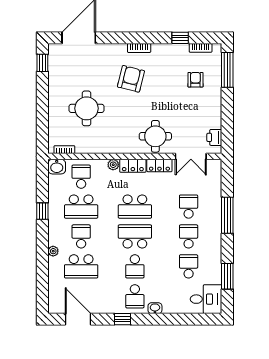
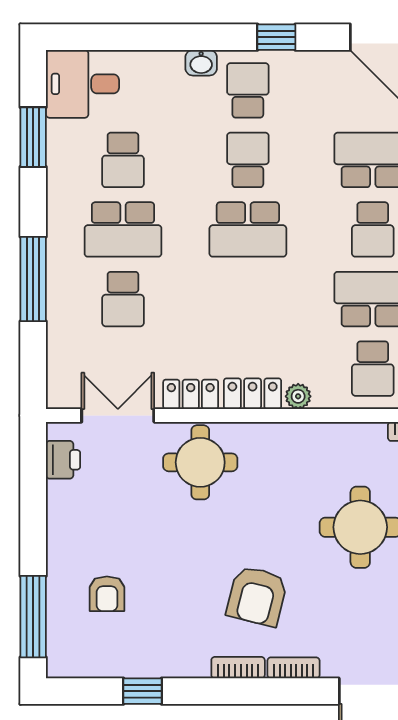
bookcase: (201, 48) -> (293, 668), moved
school desk: (135, 207) -> (248, 299), removed
school desk: (189, 236) -> (123, 229), width x1.85

